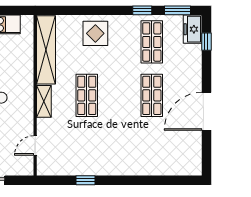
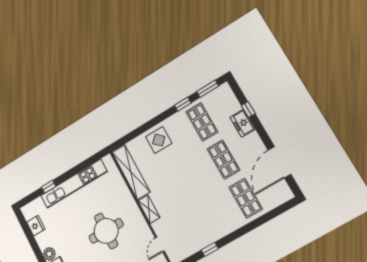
freezer: (193, 29) -> (243, 123), moved
window: (206, 42) -> (248, 110), moved
shop shelf: (87, 95) -> (246, 198), moved
door: (206, 111) -> (279, 162), moved

